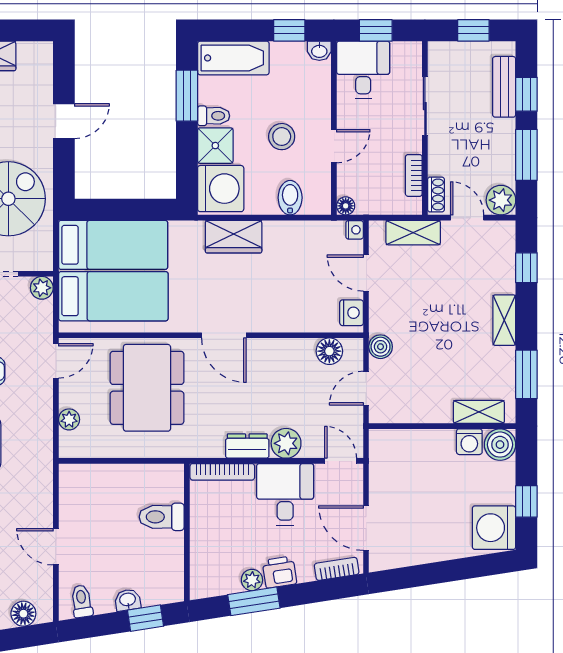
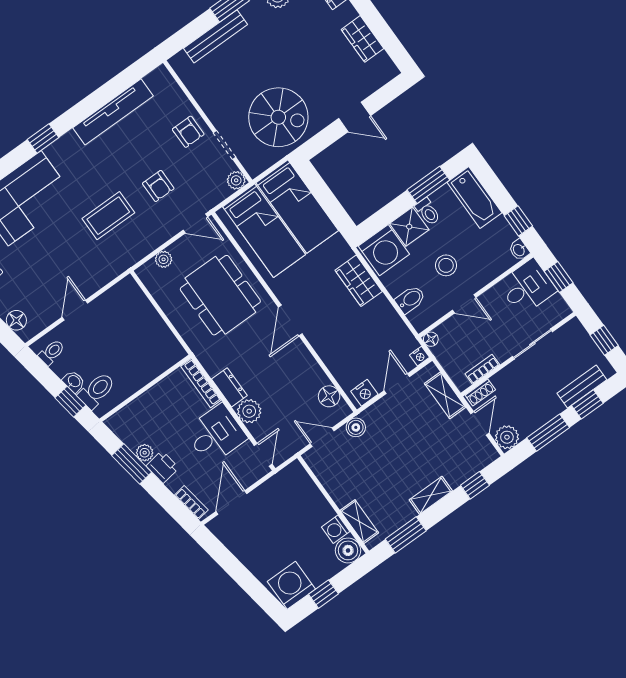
dining table: (147, 388) -> (220, 295), turned 90
toilet: (162, 517) -> (97, 390), moved, turned 81

